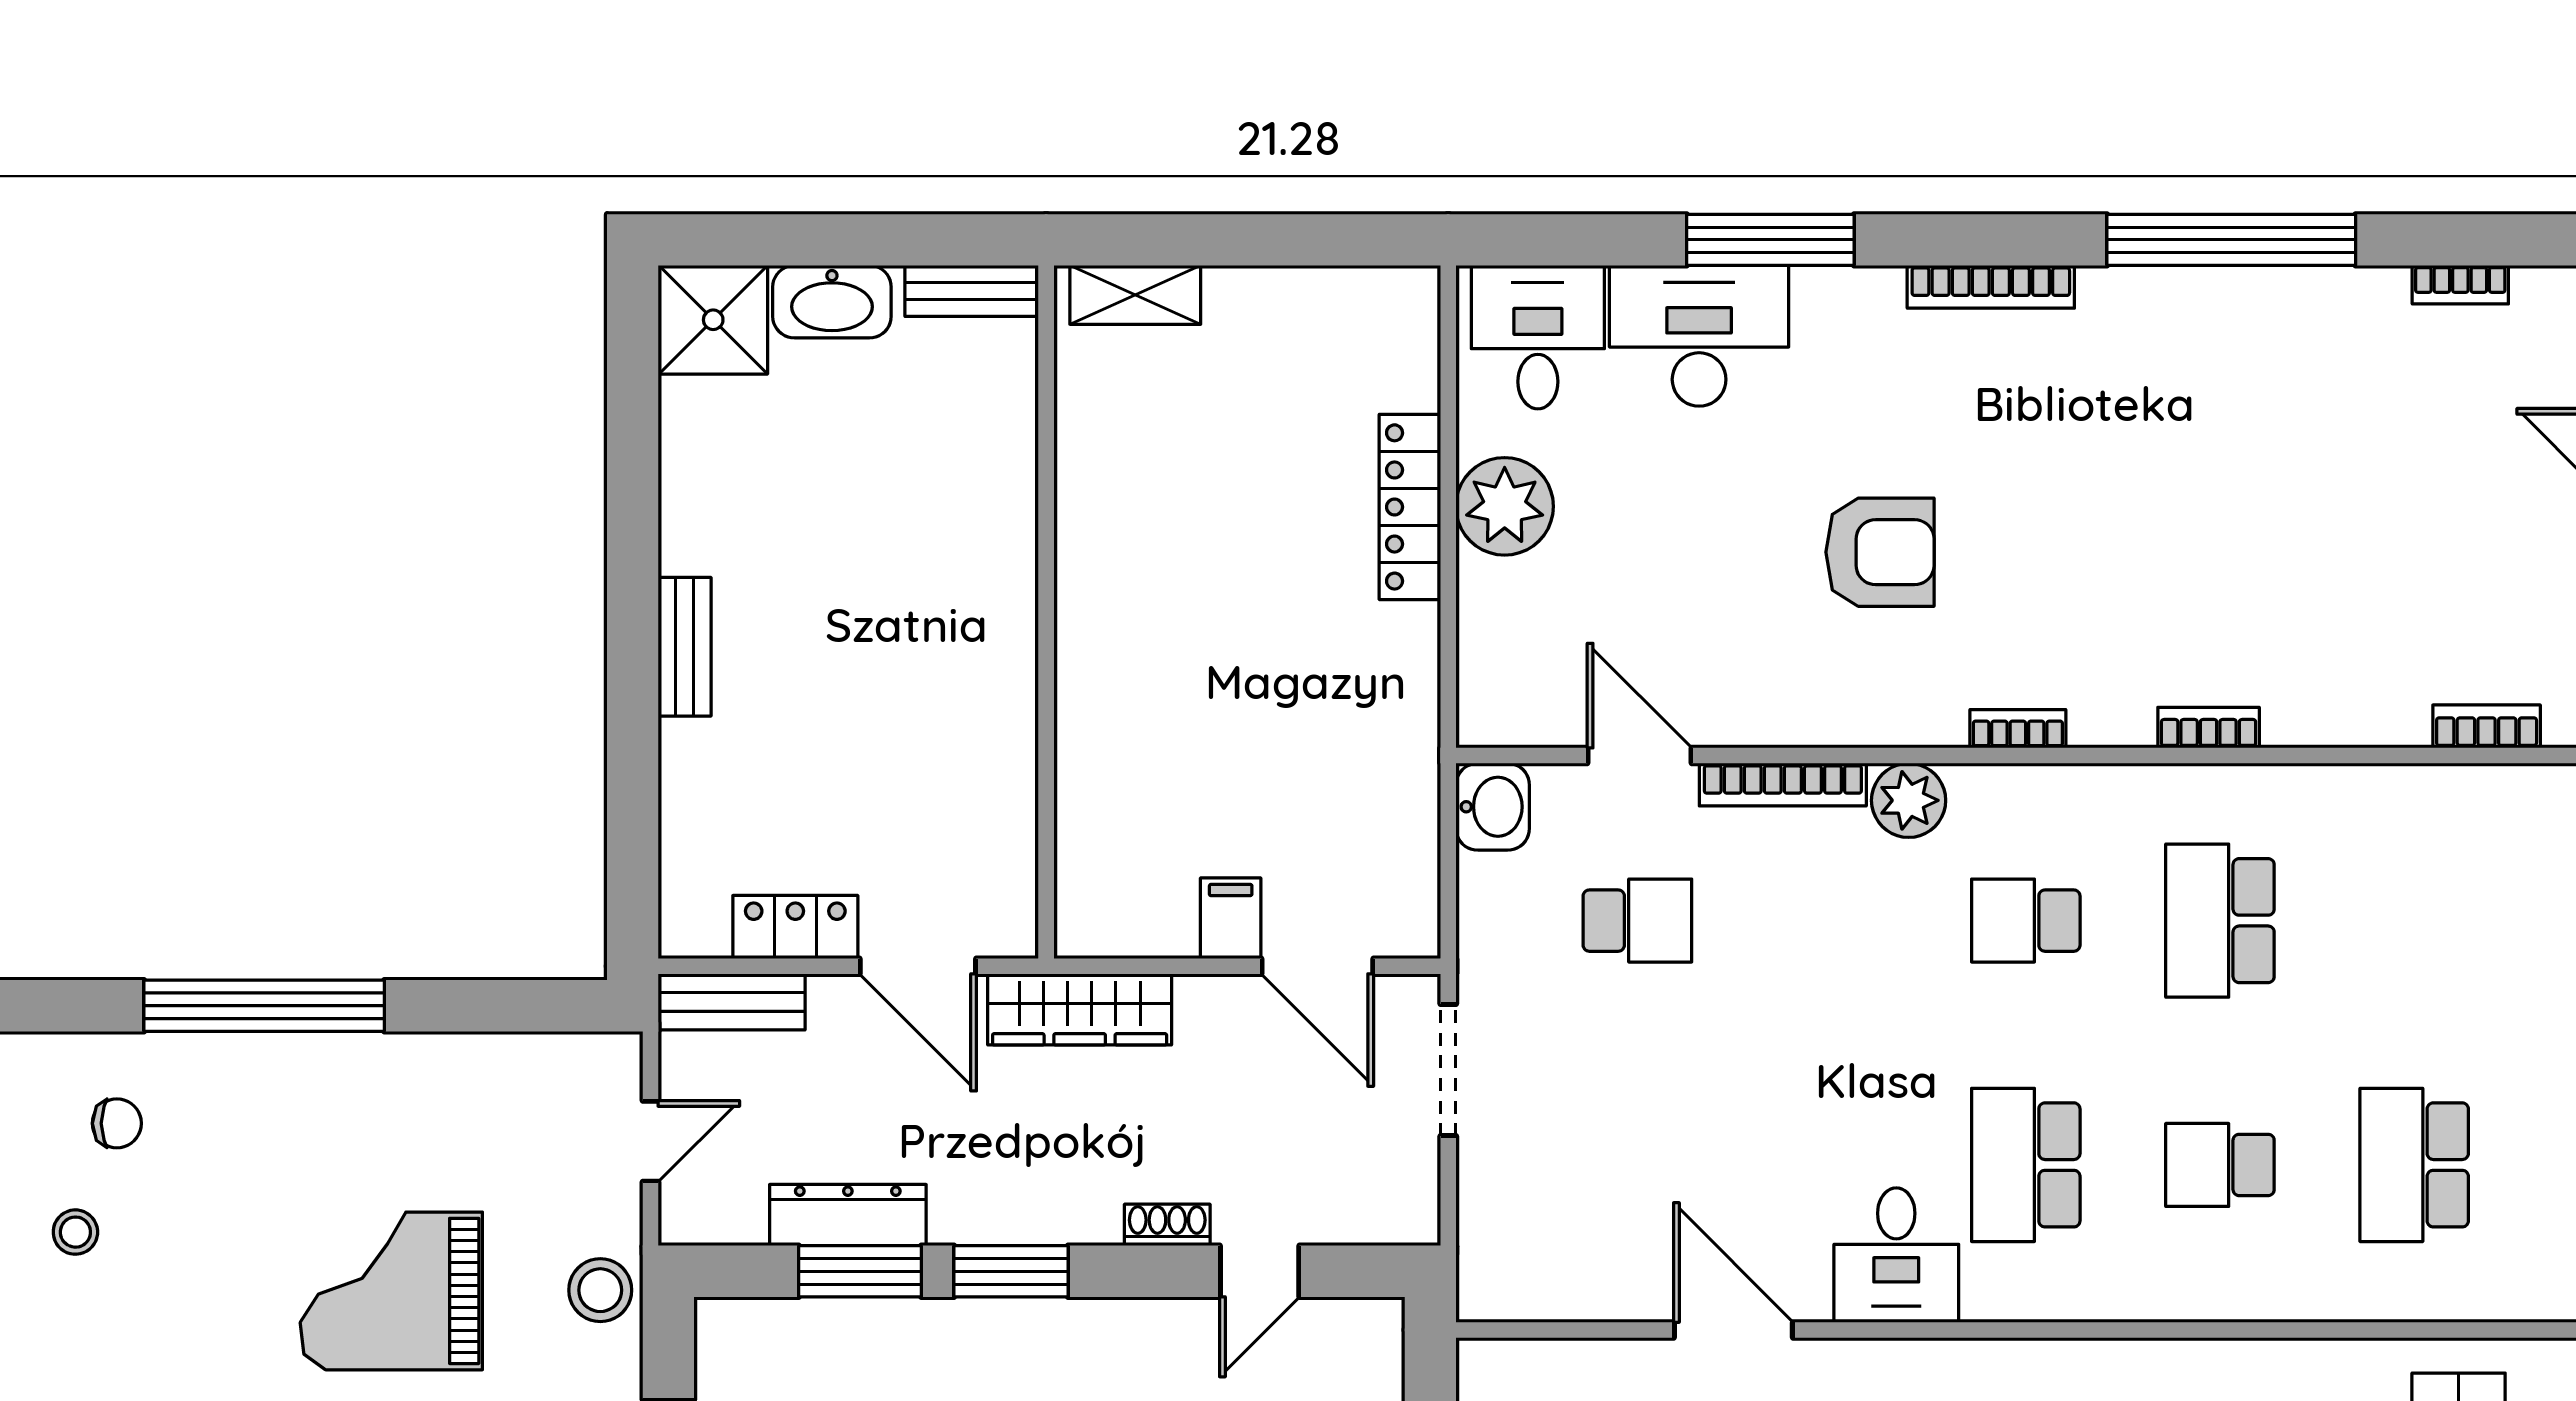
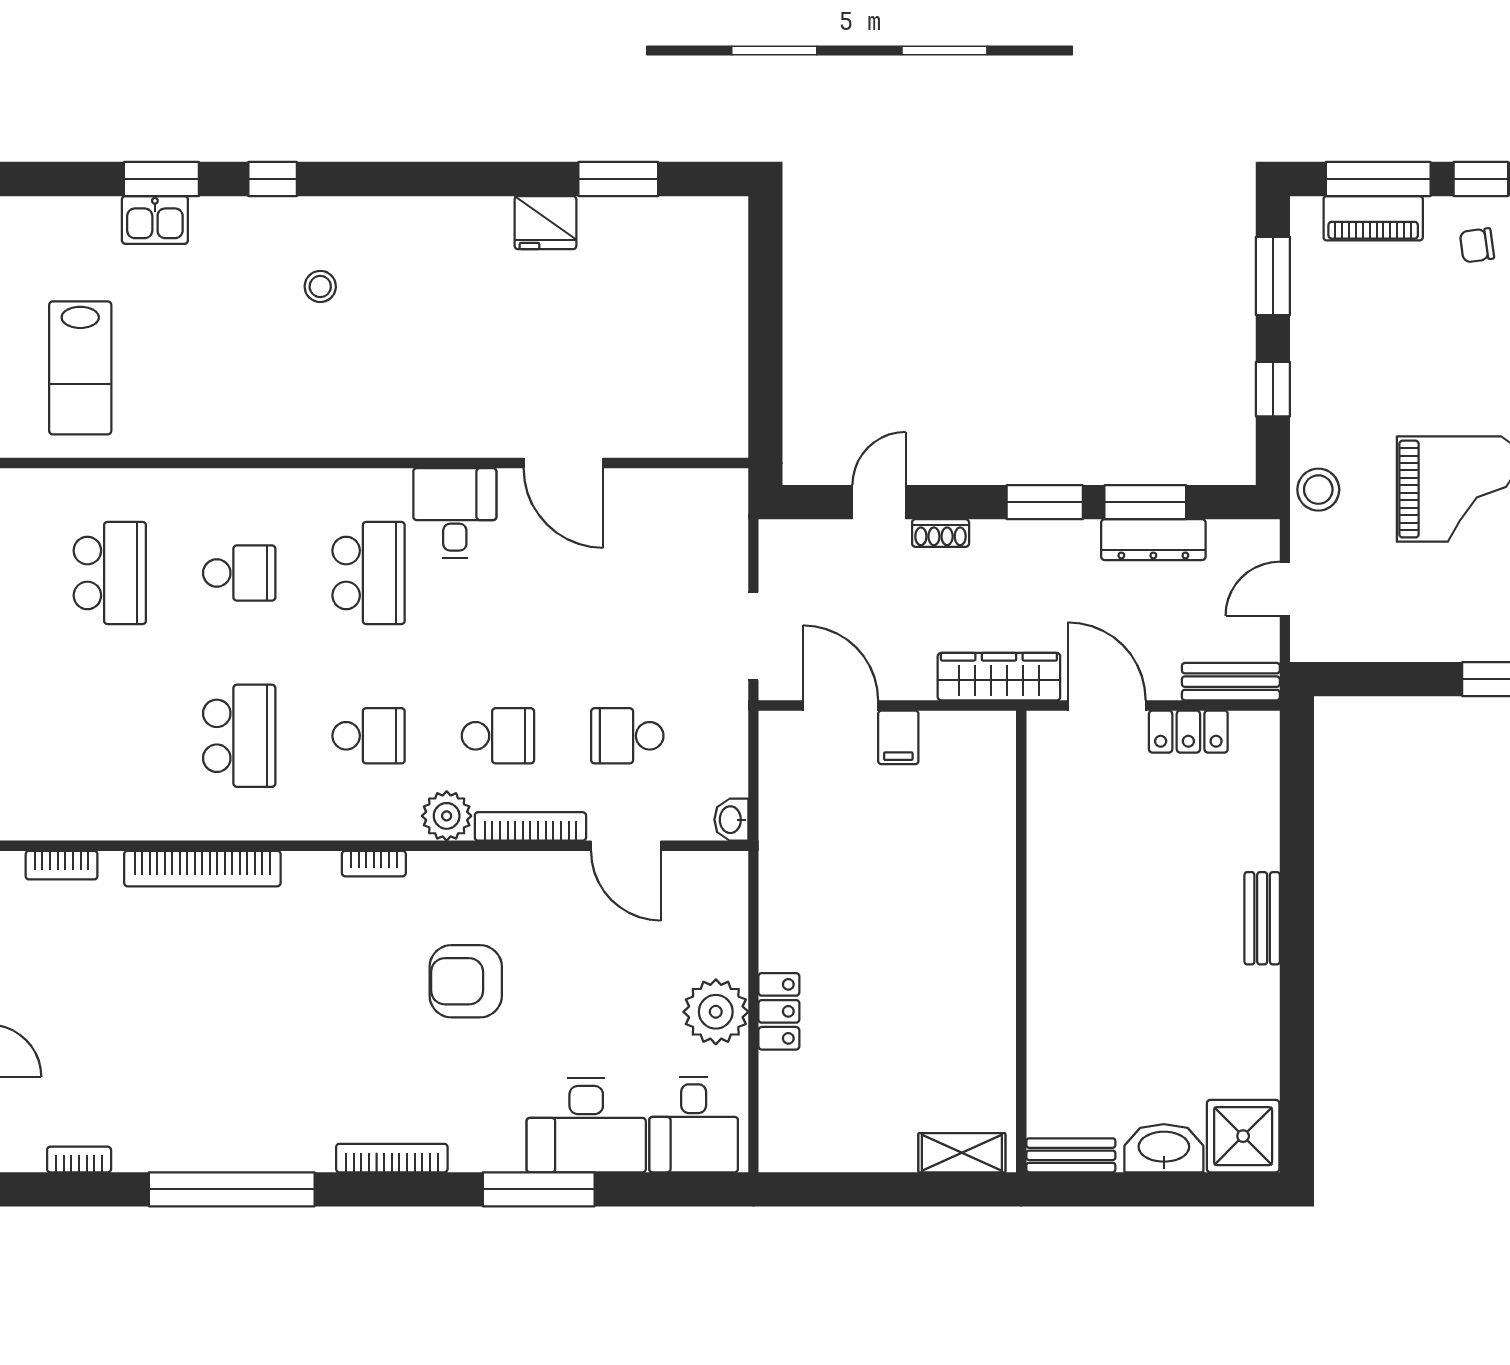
locker: (1410, 507) -> (779, 1011), width x0.66
bookcase: (2209, 728) -> (202, 869), width x2.31, depth x1.31
washbasin: (1493, 807) -> (731, 820), width x0.72, depth x0.69
school desk: (1832, 921) -> (498, 736), added

